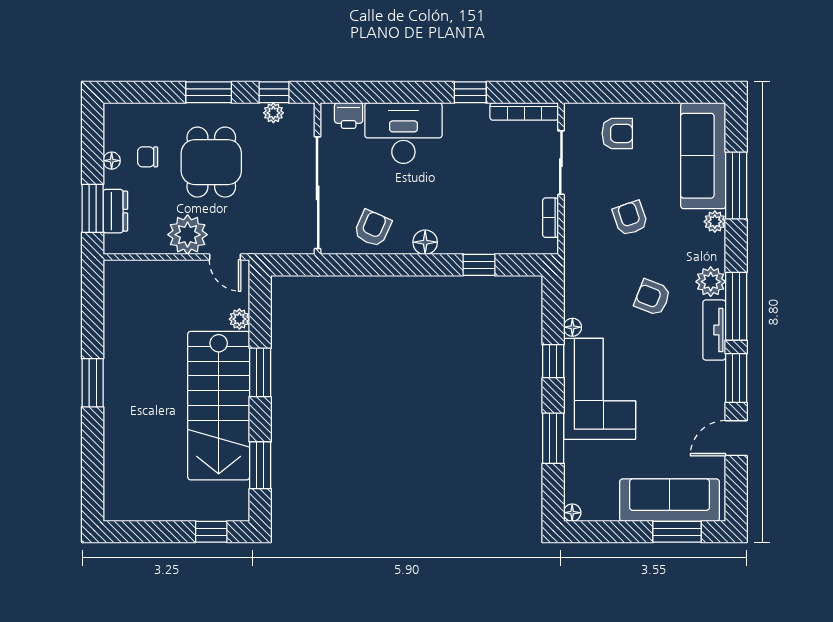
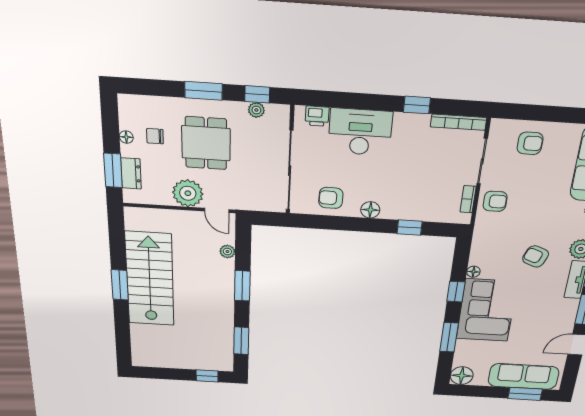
armchair: (630, 218) -> (495, 201), moved, turned 109
armchair: (373, 228) -> (331, 198), turned -113
stairs: (219, 406) -> (150, 279), moved, turned 180
floor lamp: (572, 513) -> (462, 376), width x1.89, depth x1.89

